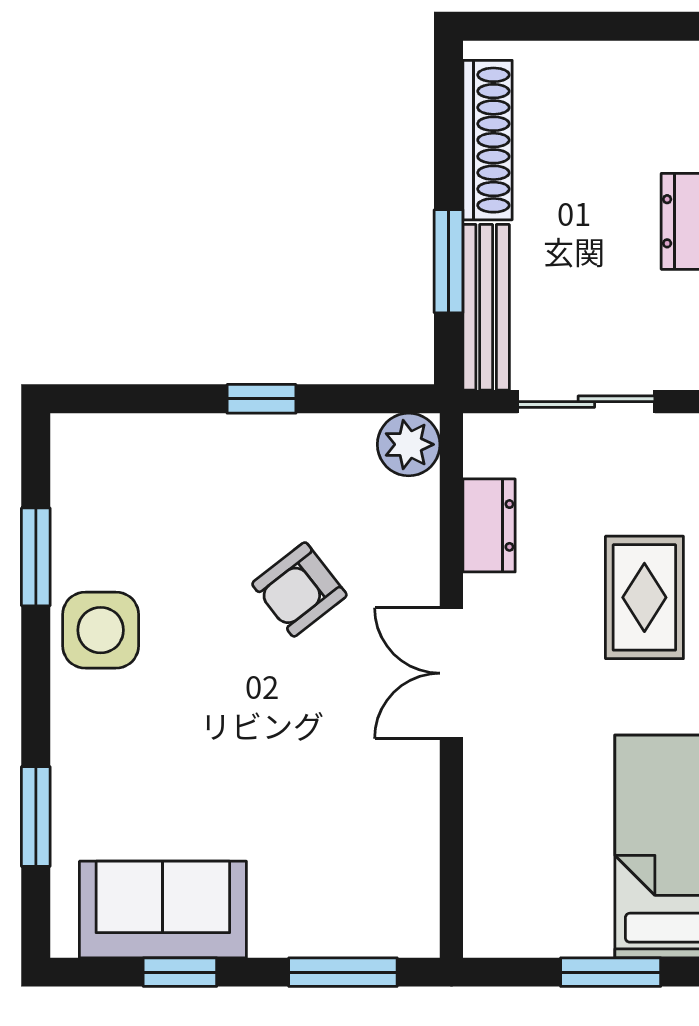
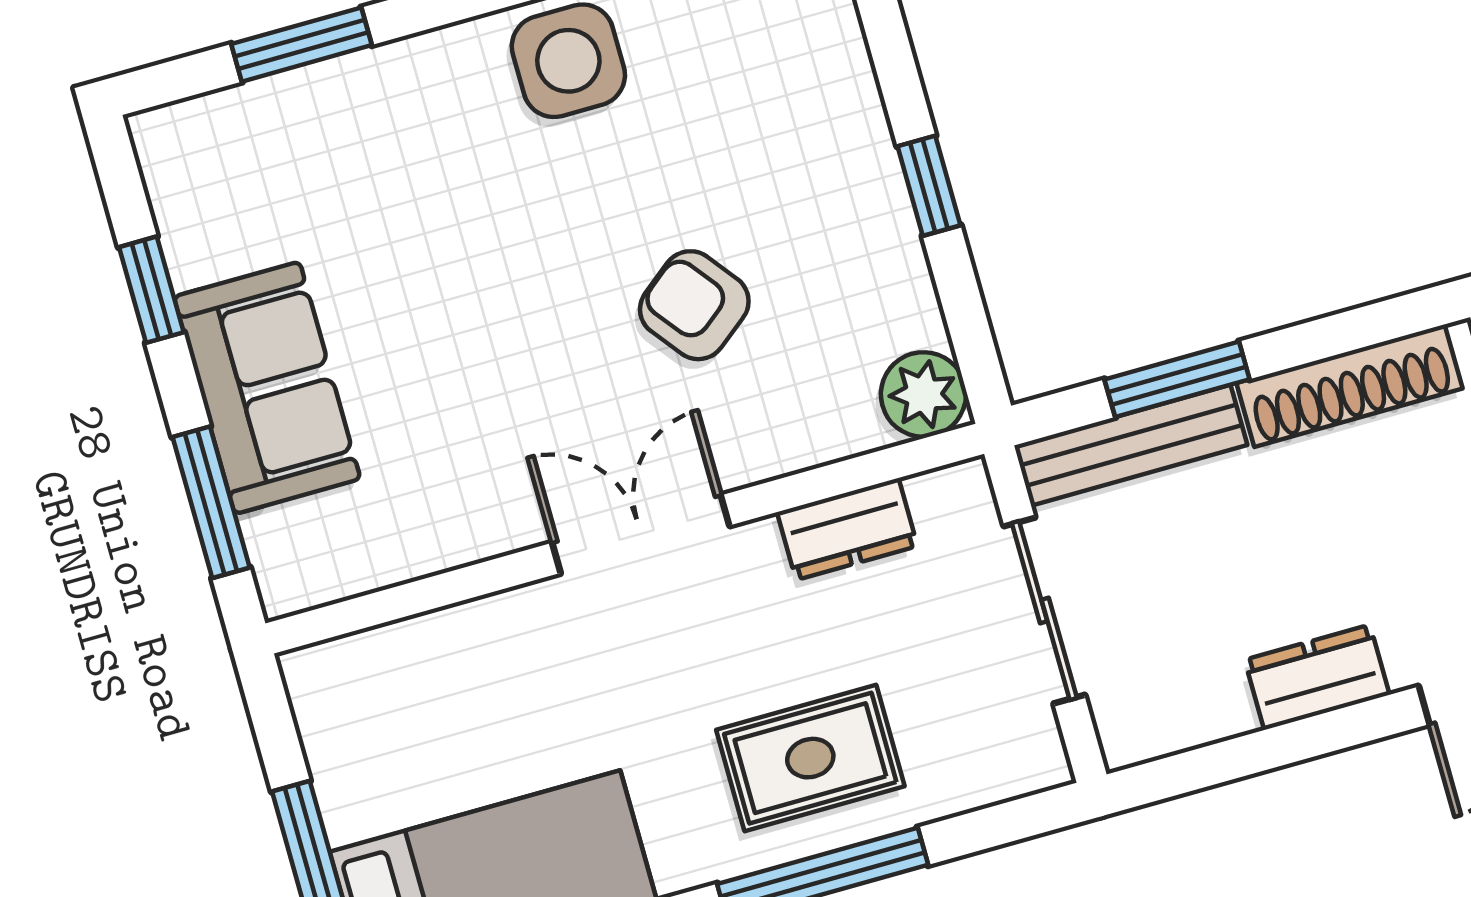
sofa: (163, 910) -> (267, 388), moved

